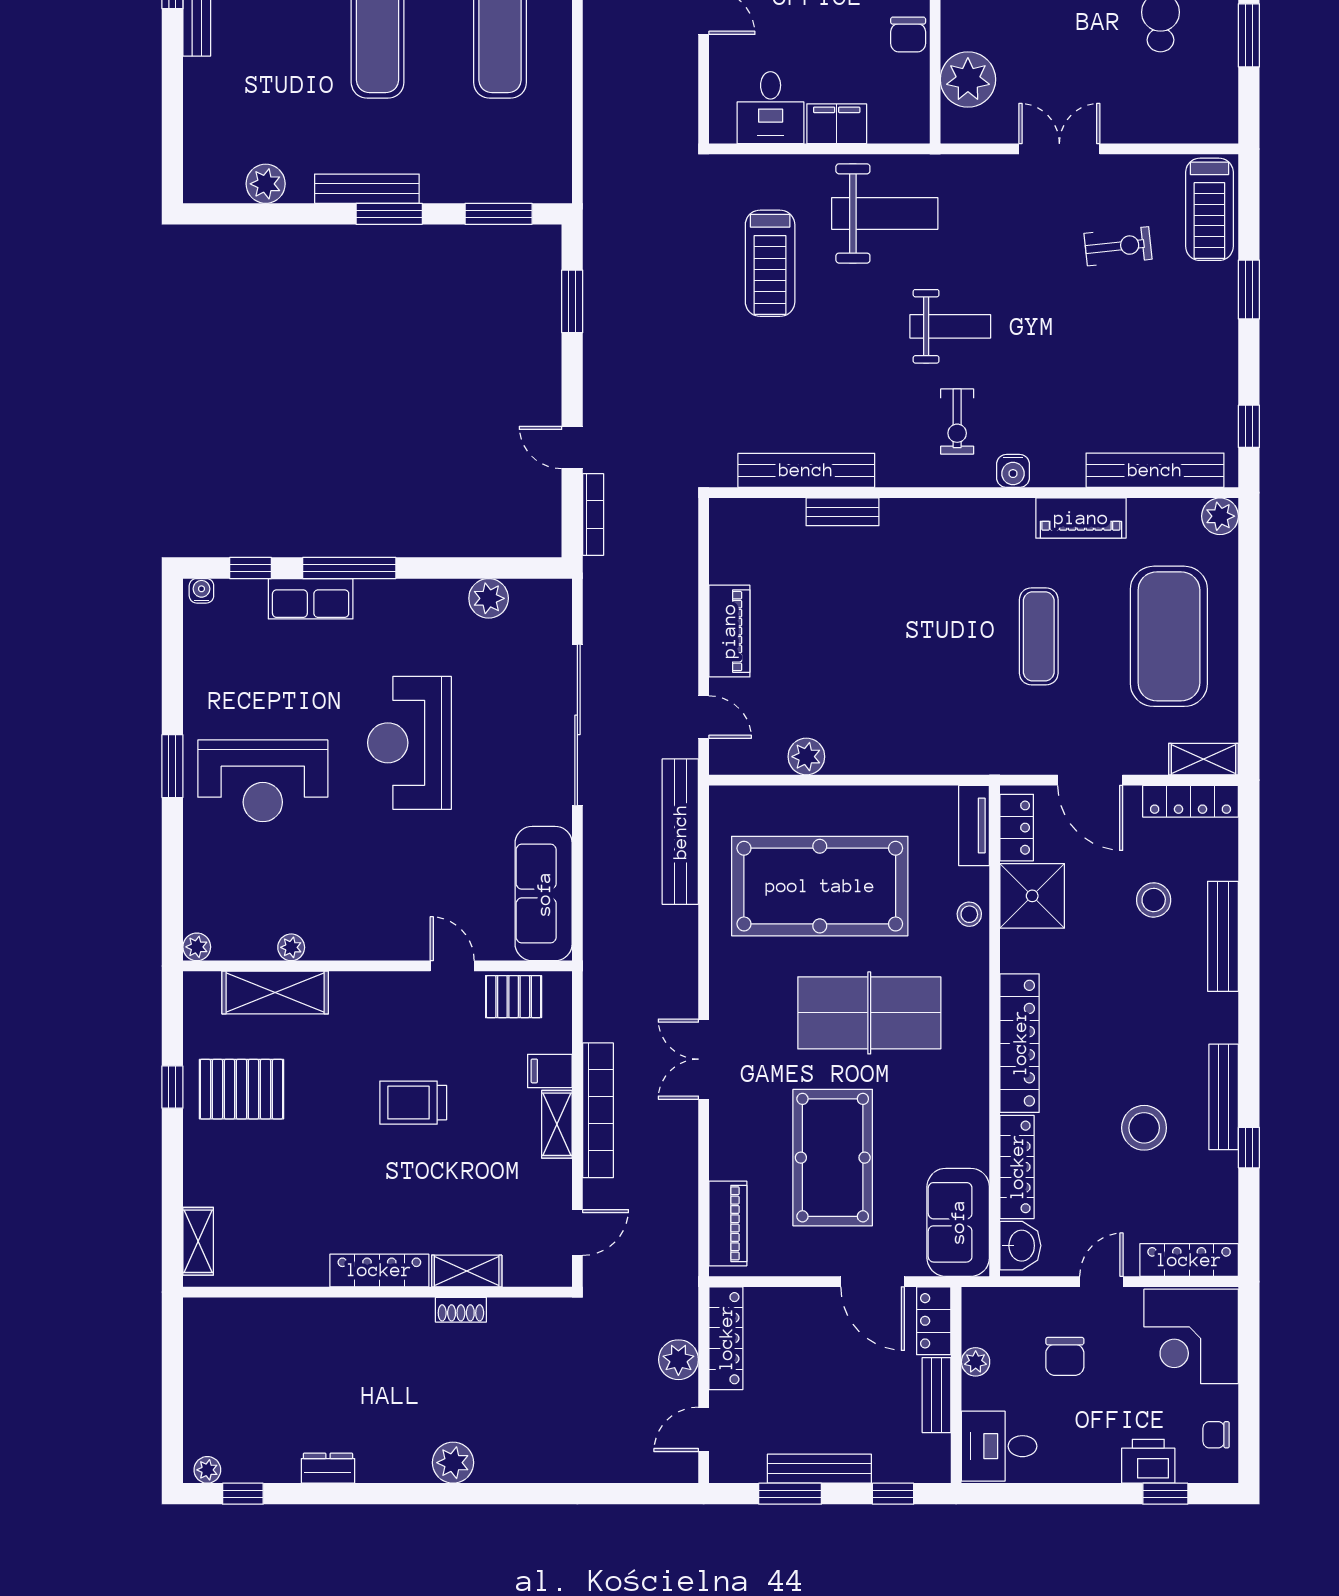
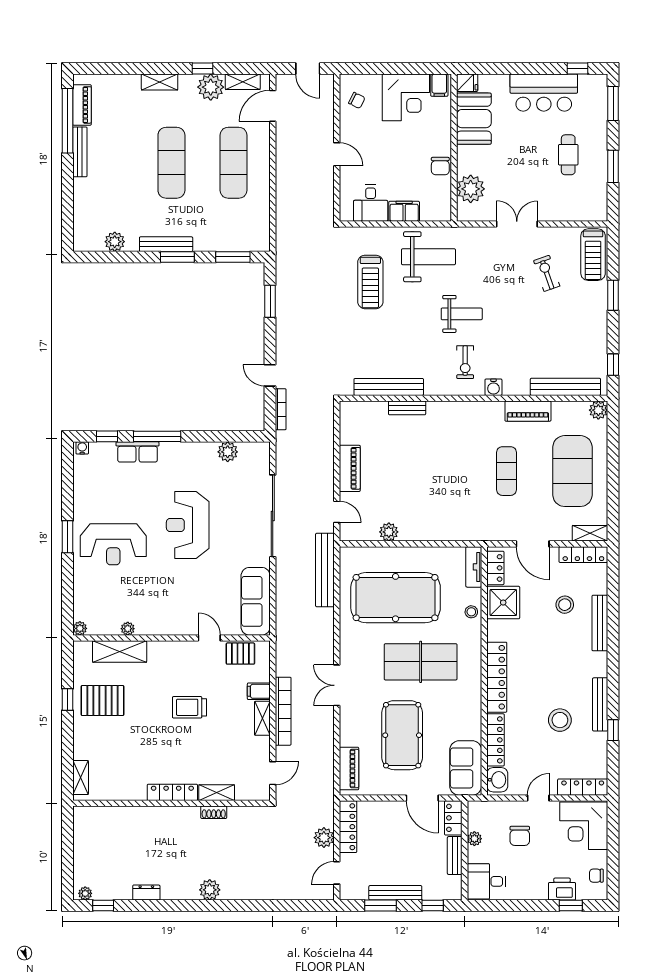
exercise bike: (1118, 246) -> (547, 273), turned -103

